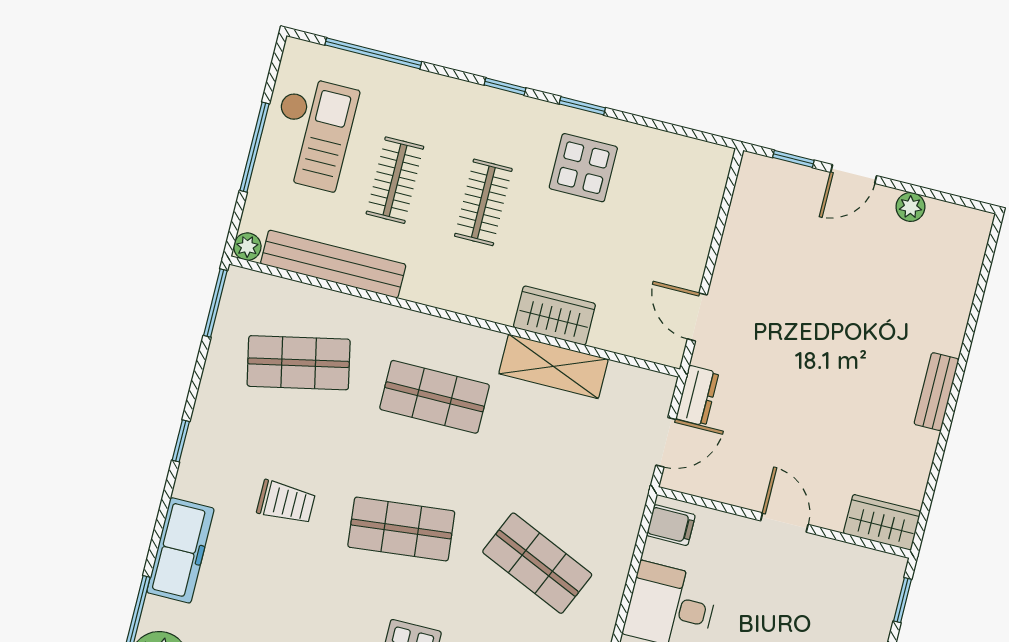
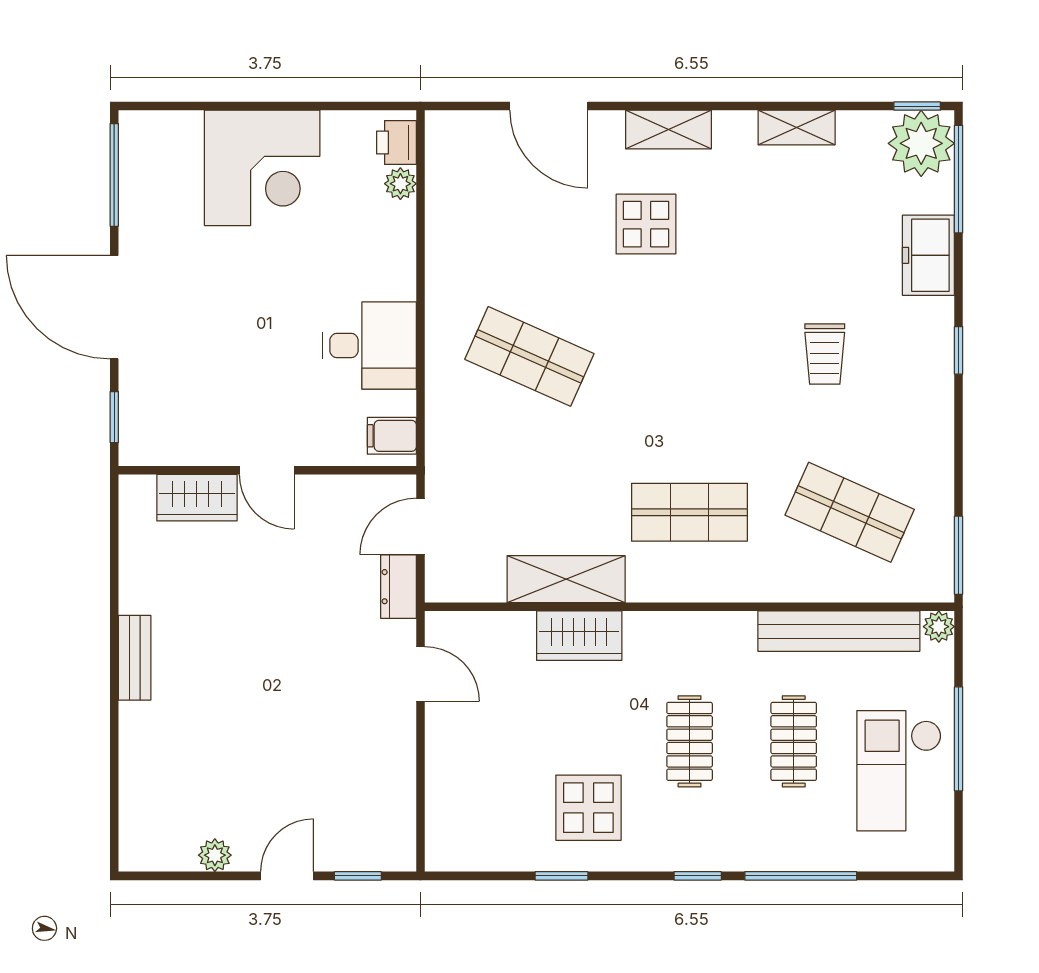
window: (373, 53) -> (801, 876), moved
window: (582, 106) -> (561, 876), moved
shop shelf: (299, 363) -> (850, 512), turned 36
window: (181, 441) -> (959, 350), moved
trolley: (286, 502) -> (825, 354), turned -90
wardrobe: (882, 522) -> (197, 498), moved
shop shelf: (401, 529) -> (690, 356), removed
freezer: (180, 550) -> (928, 255), width x0.71

